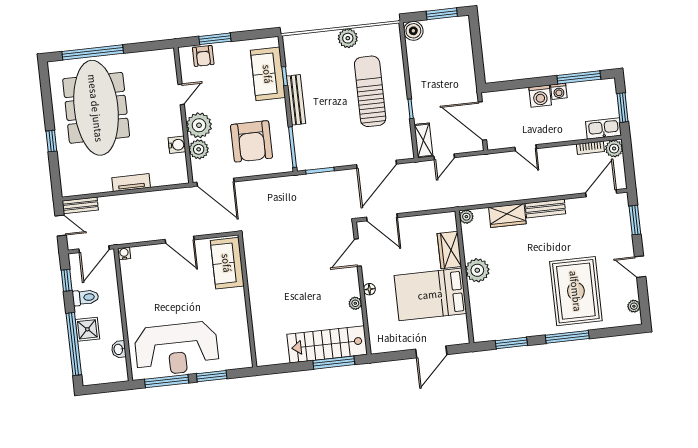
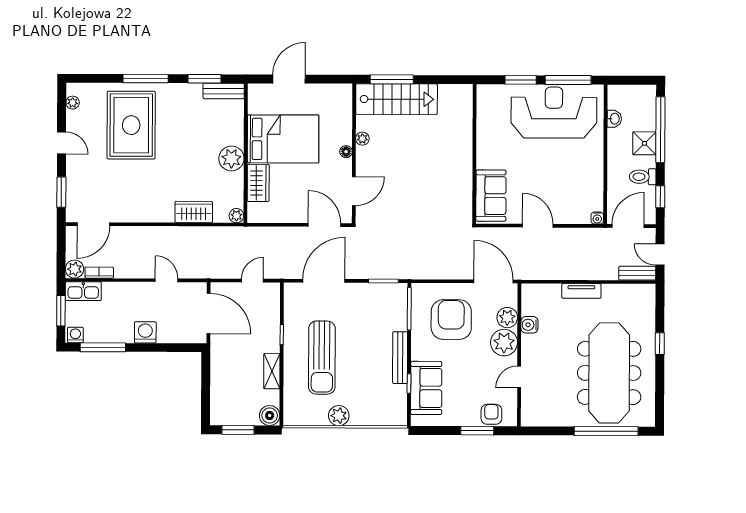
washing machine: (559, 91) -> (75, 335), moved
shelving: (423, 140) -> (272, 371), moved
bench: (545, 208) -> (224, 91), moved

